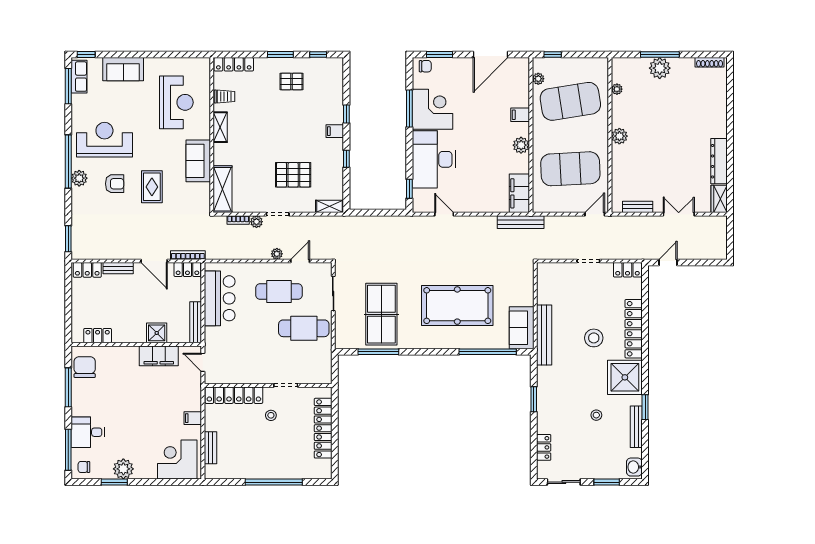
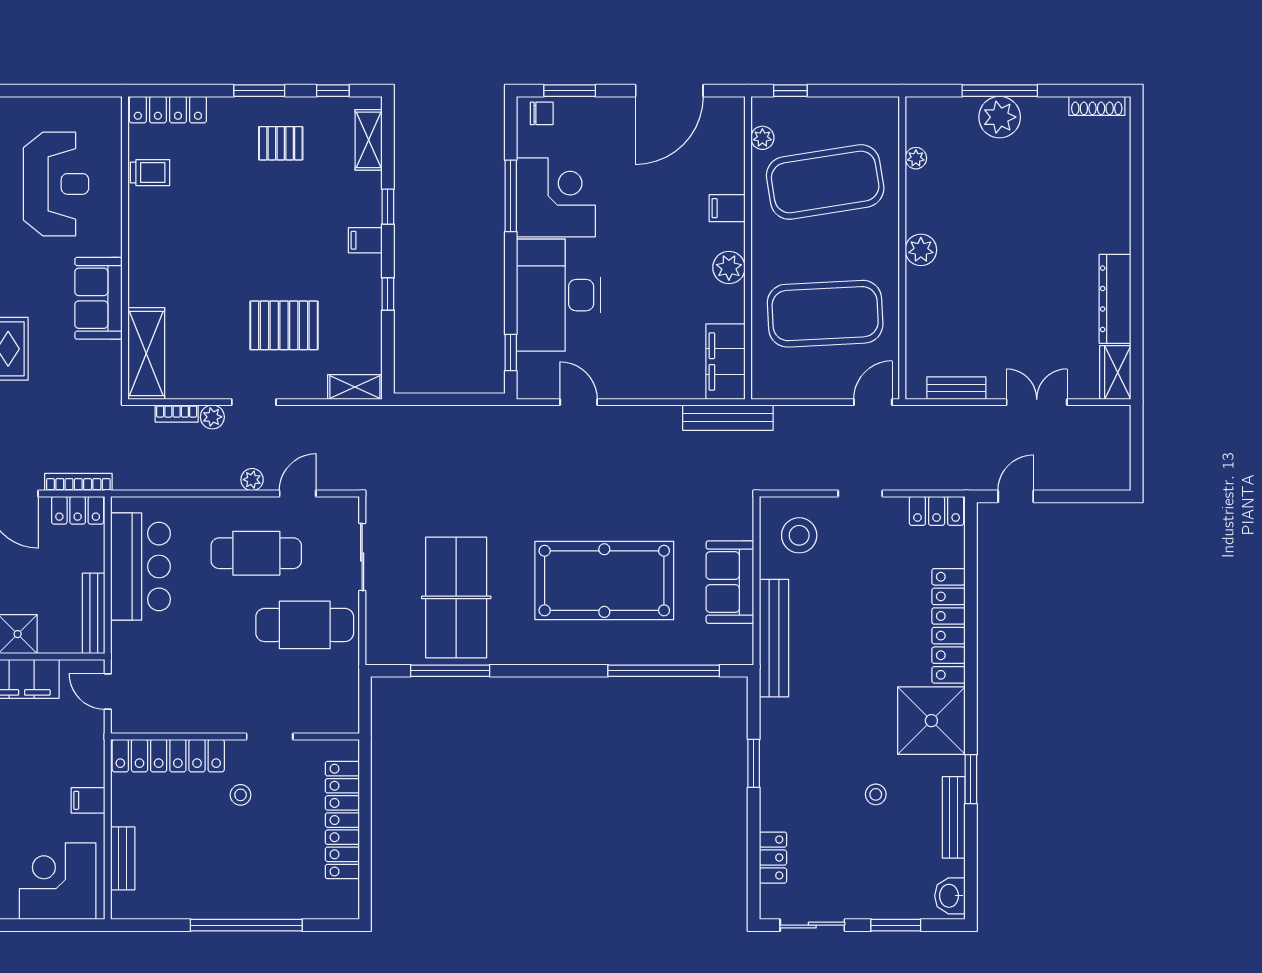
shelving: (220, 127) -> (369, 140), moved
sofa: (522, 328) -> (730, 582), moved
stool: (594, 338) -> (799, 535), moved

